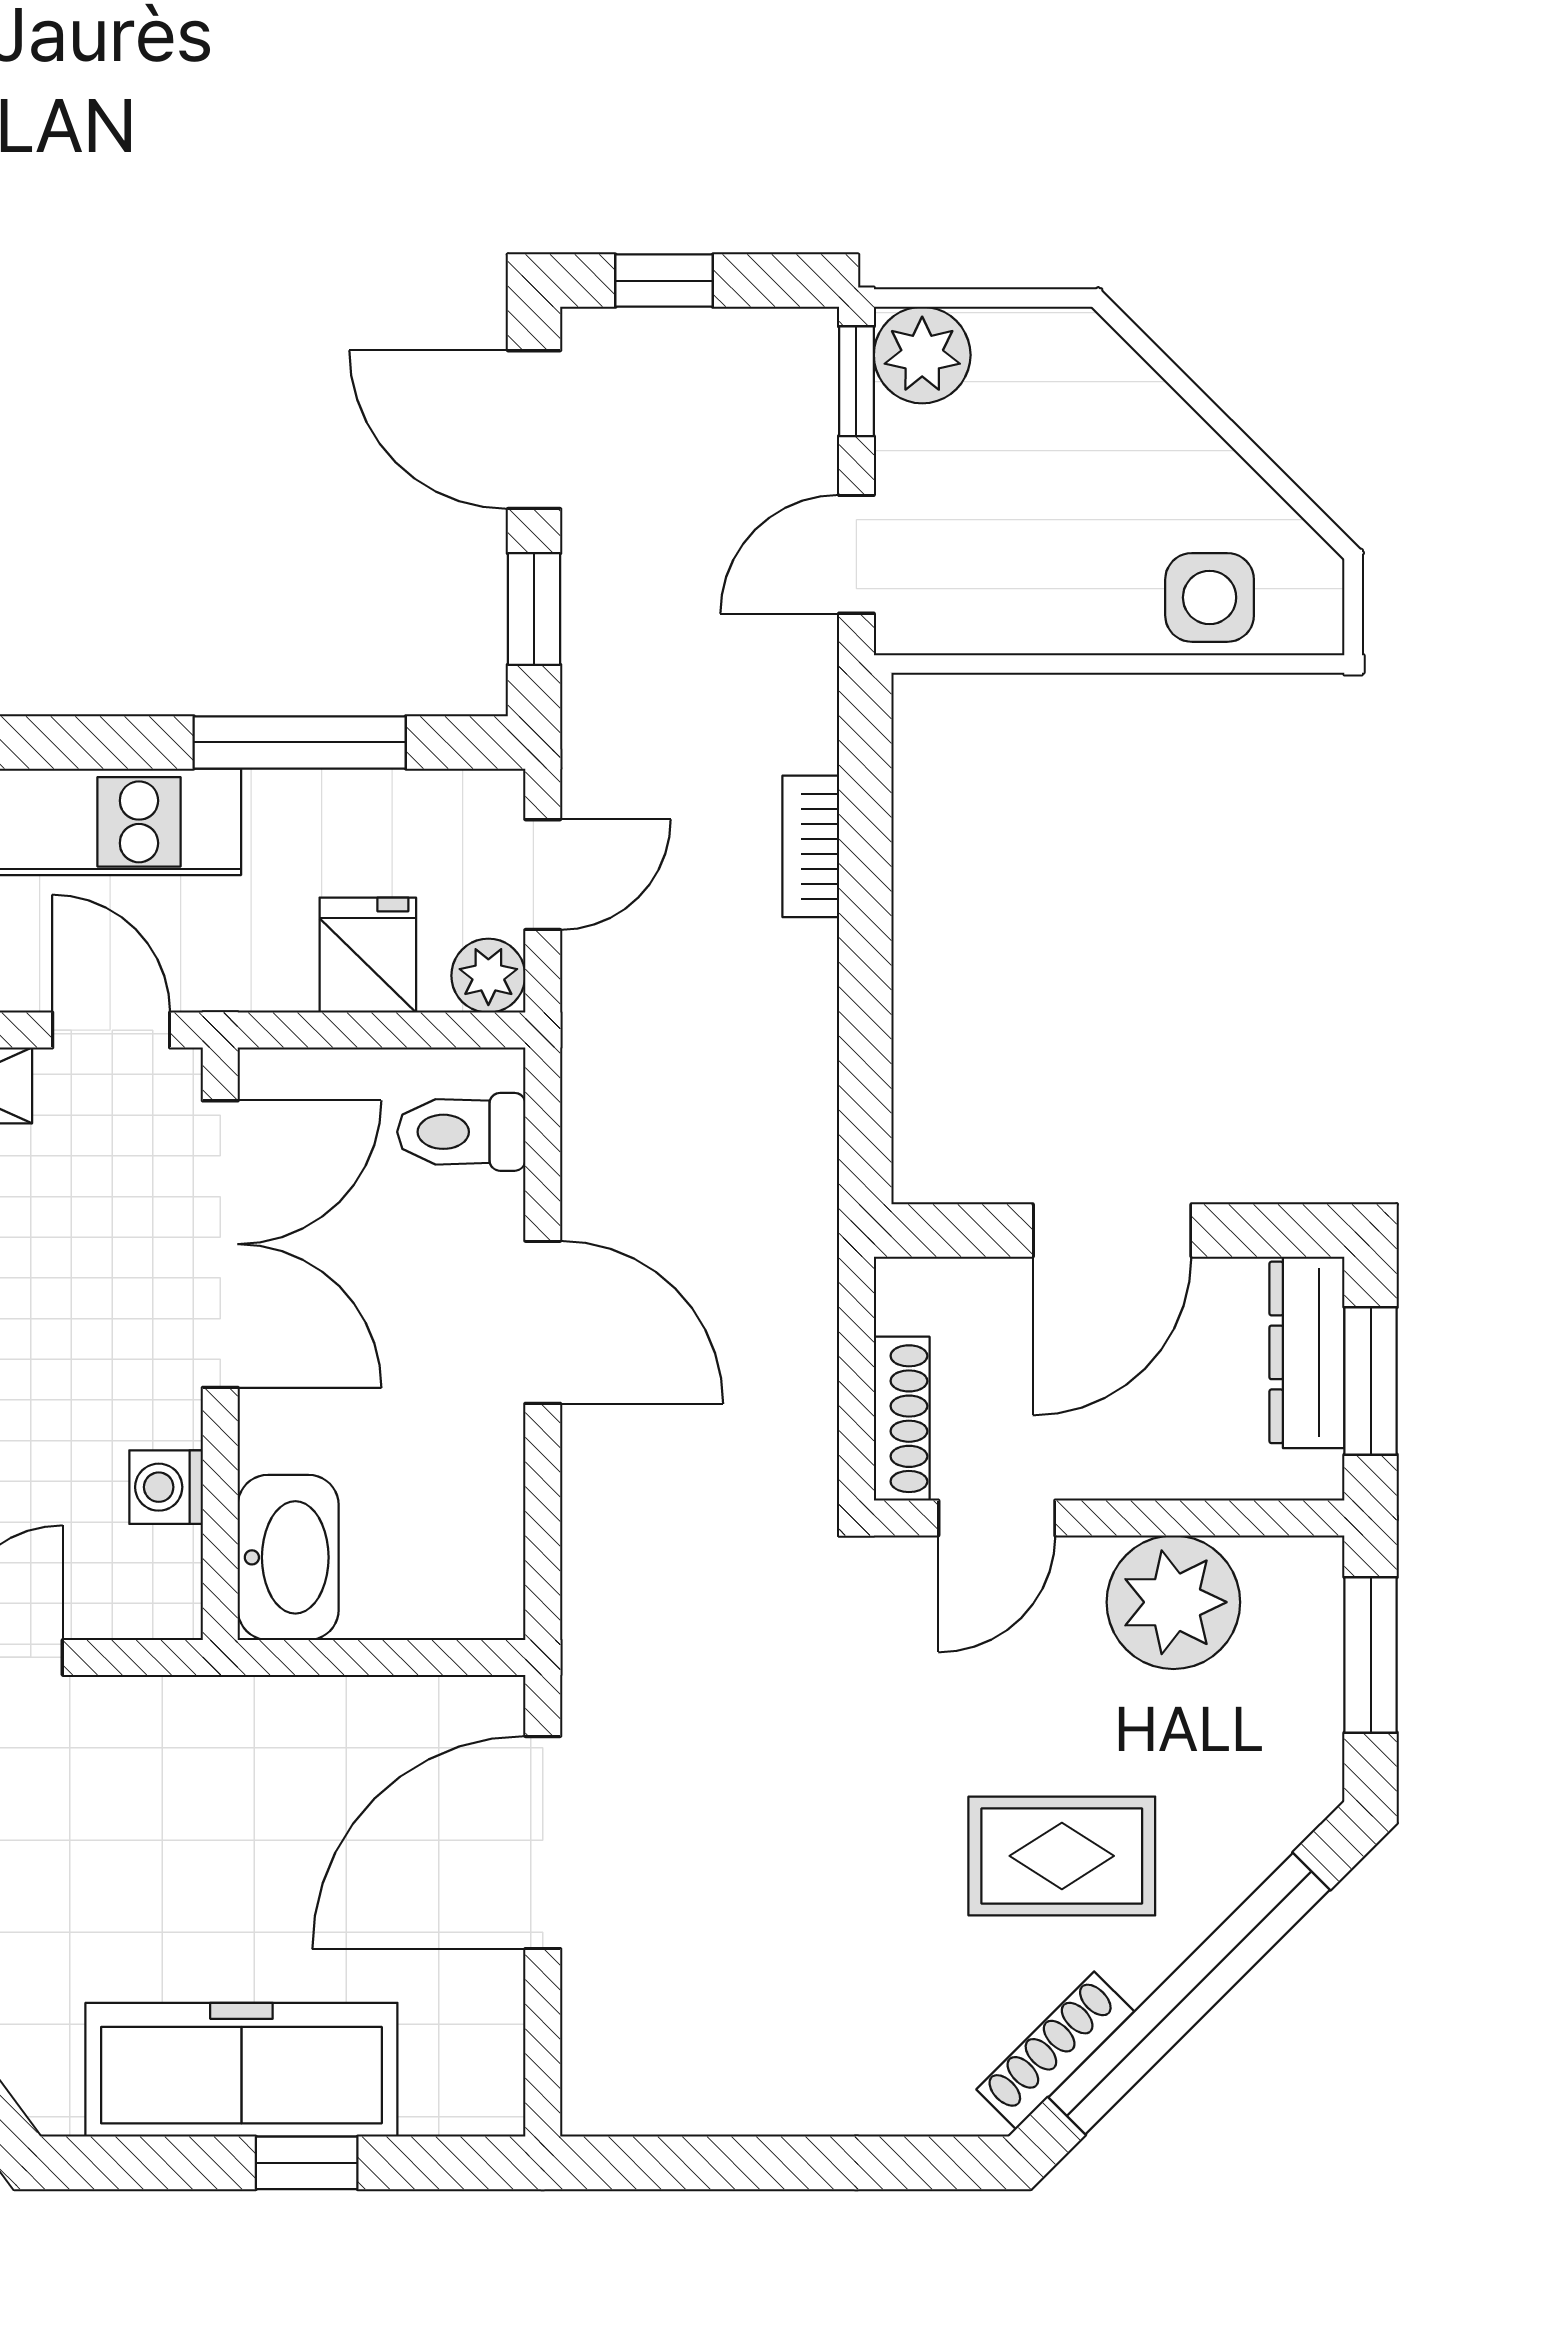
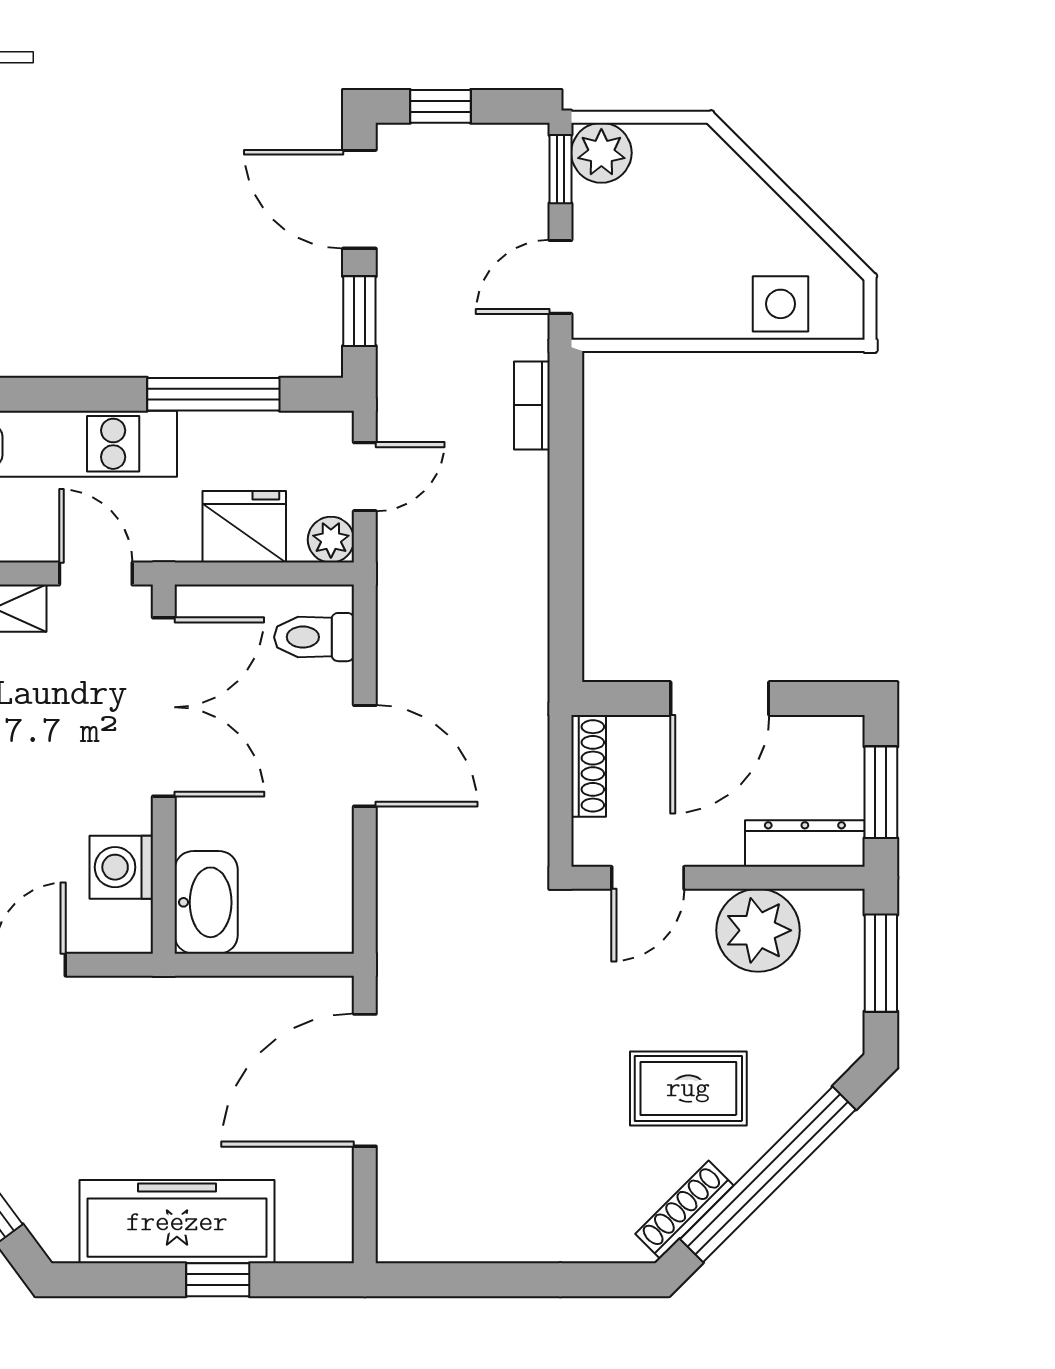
bookcase: (811, 846) -> (532, 405), moved
fridge: (368, 955) -> (244, 527), width x1.38
dresser: (1307, 1352) -> (805, 844), moved, turned 90
shoe rack: (902, 1419) -> (589, 766), moved
washing machine: (166, 1487) -> (121, 867), width x1.38, depth x1.38

